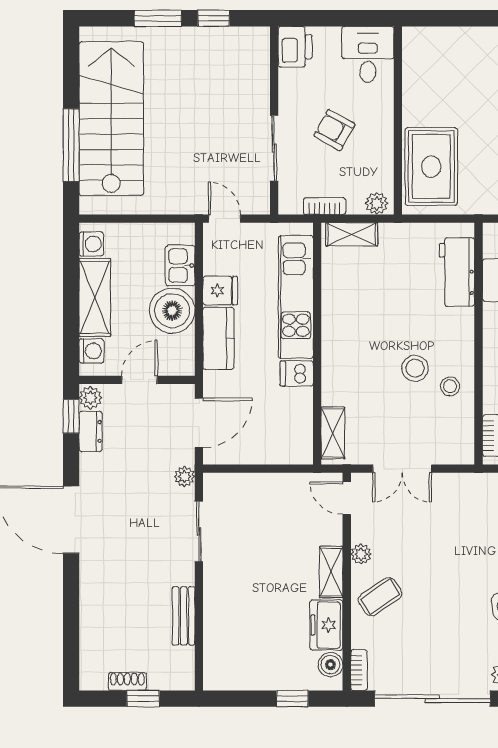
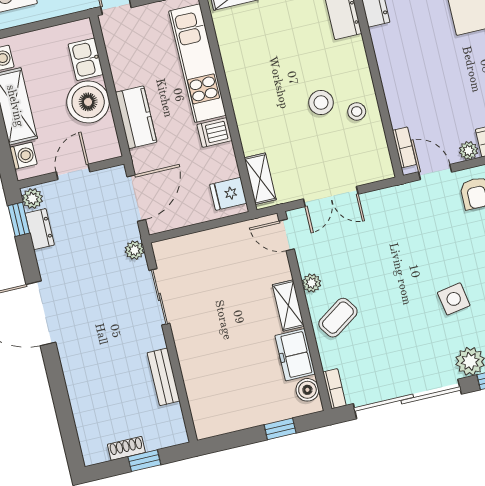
fridge: (220, 291) -> (228, 194), moved, turned 180

